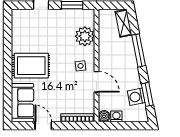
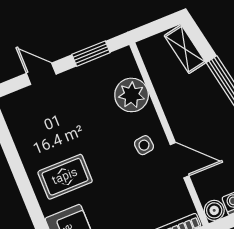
rug: (31, 66) -> (65, 177), width x0.73, depth x0.70

